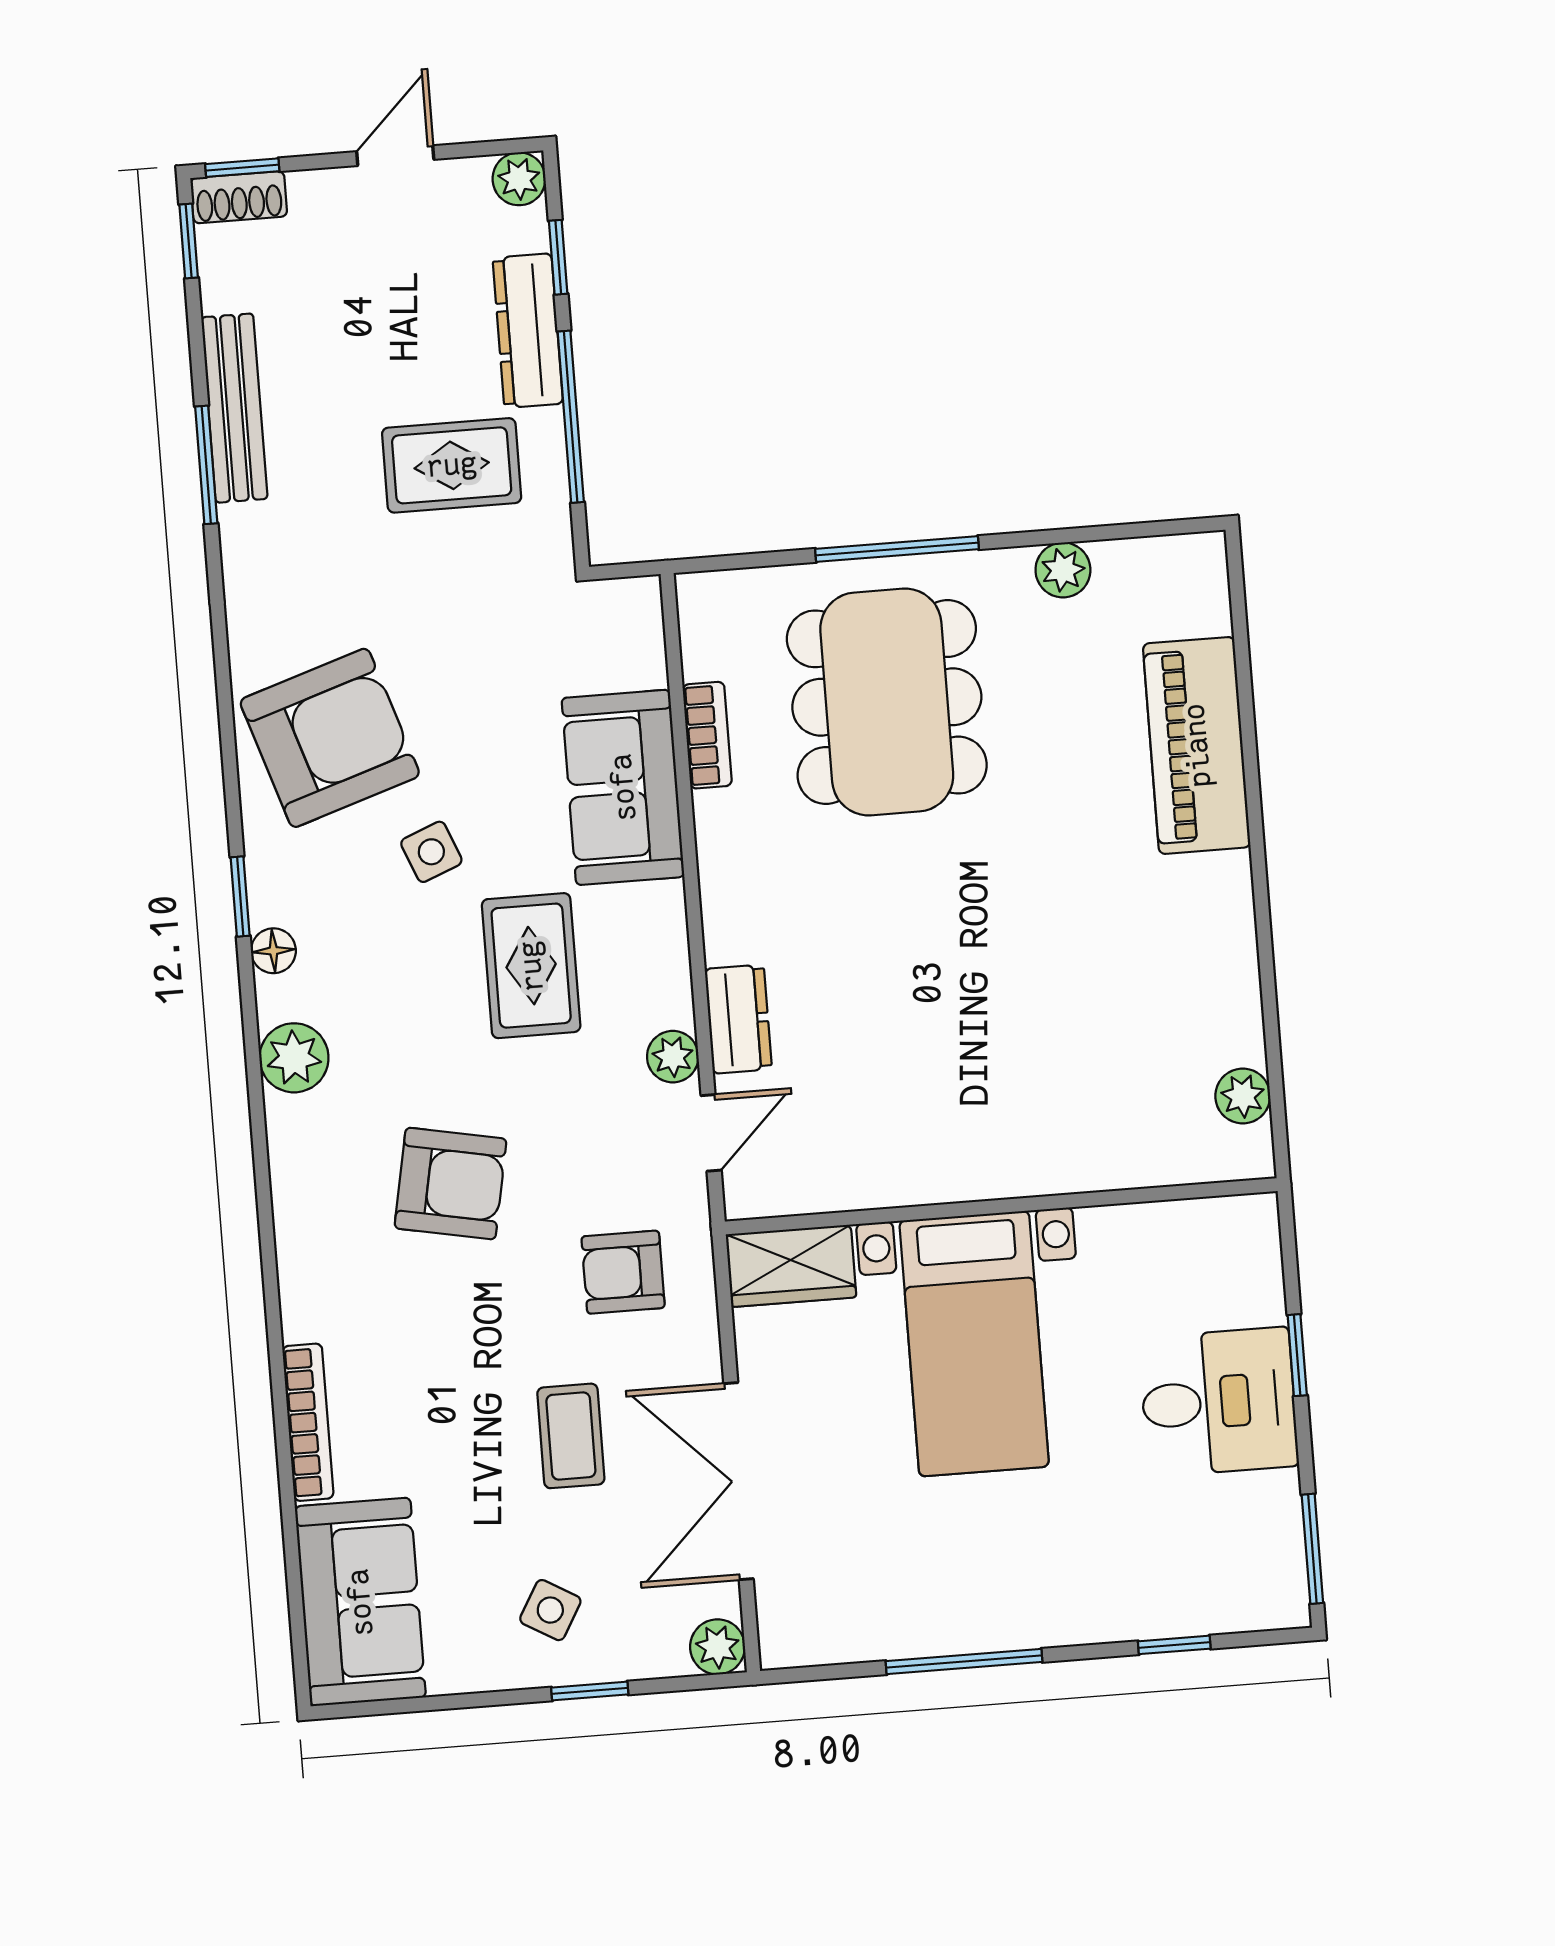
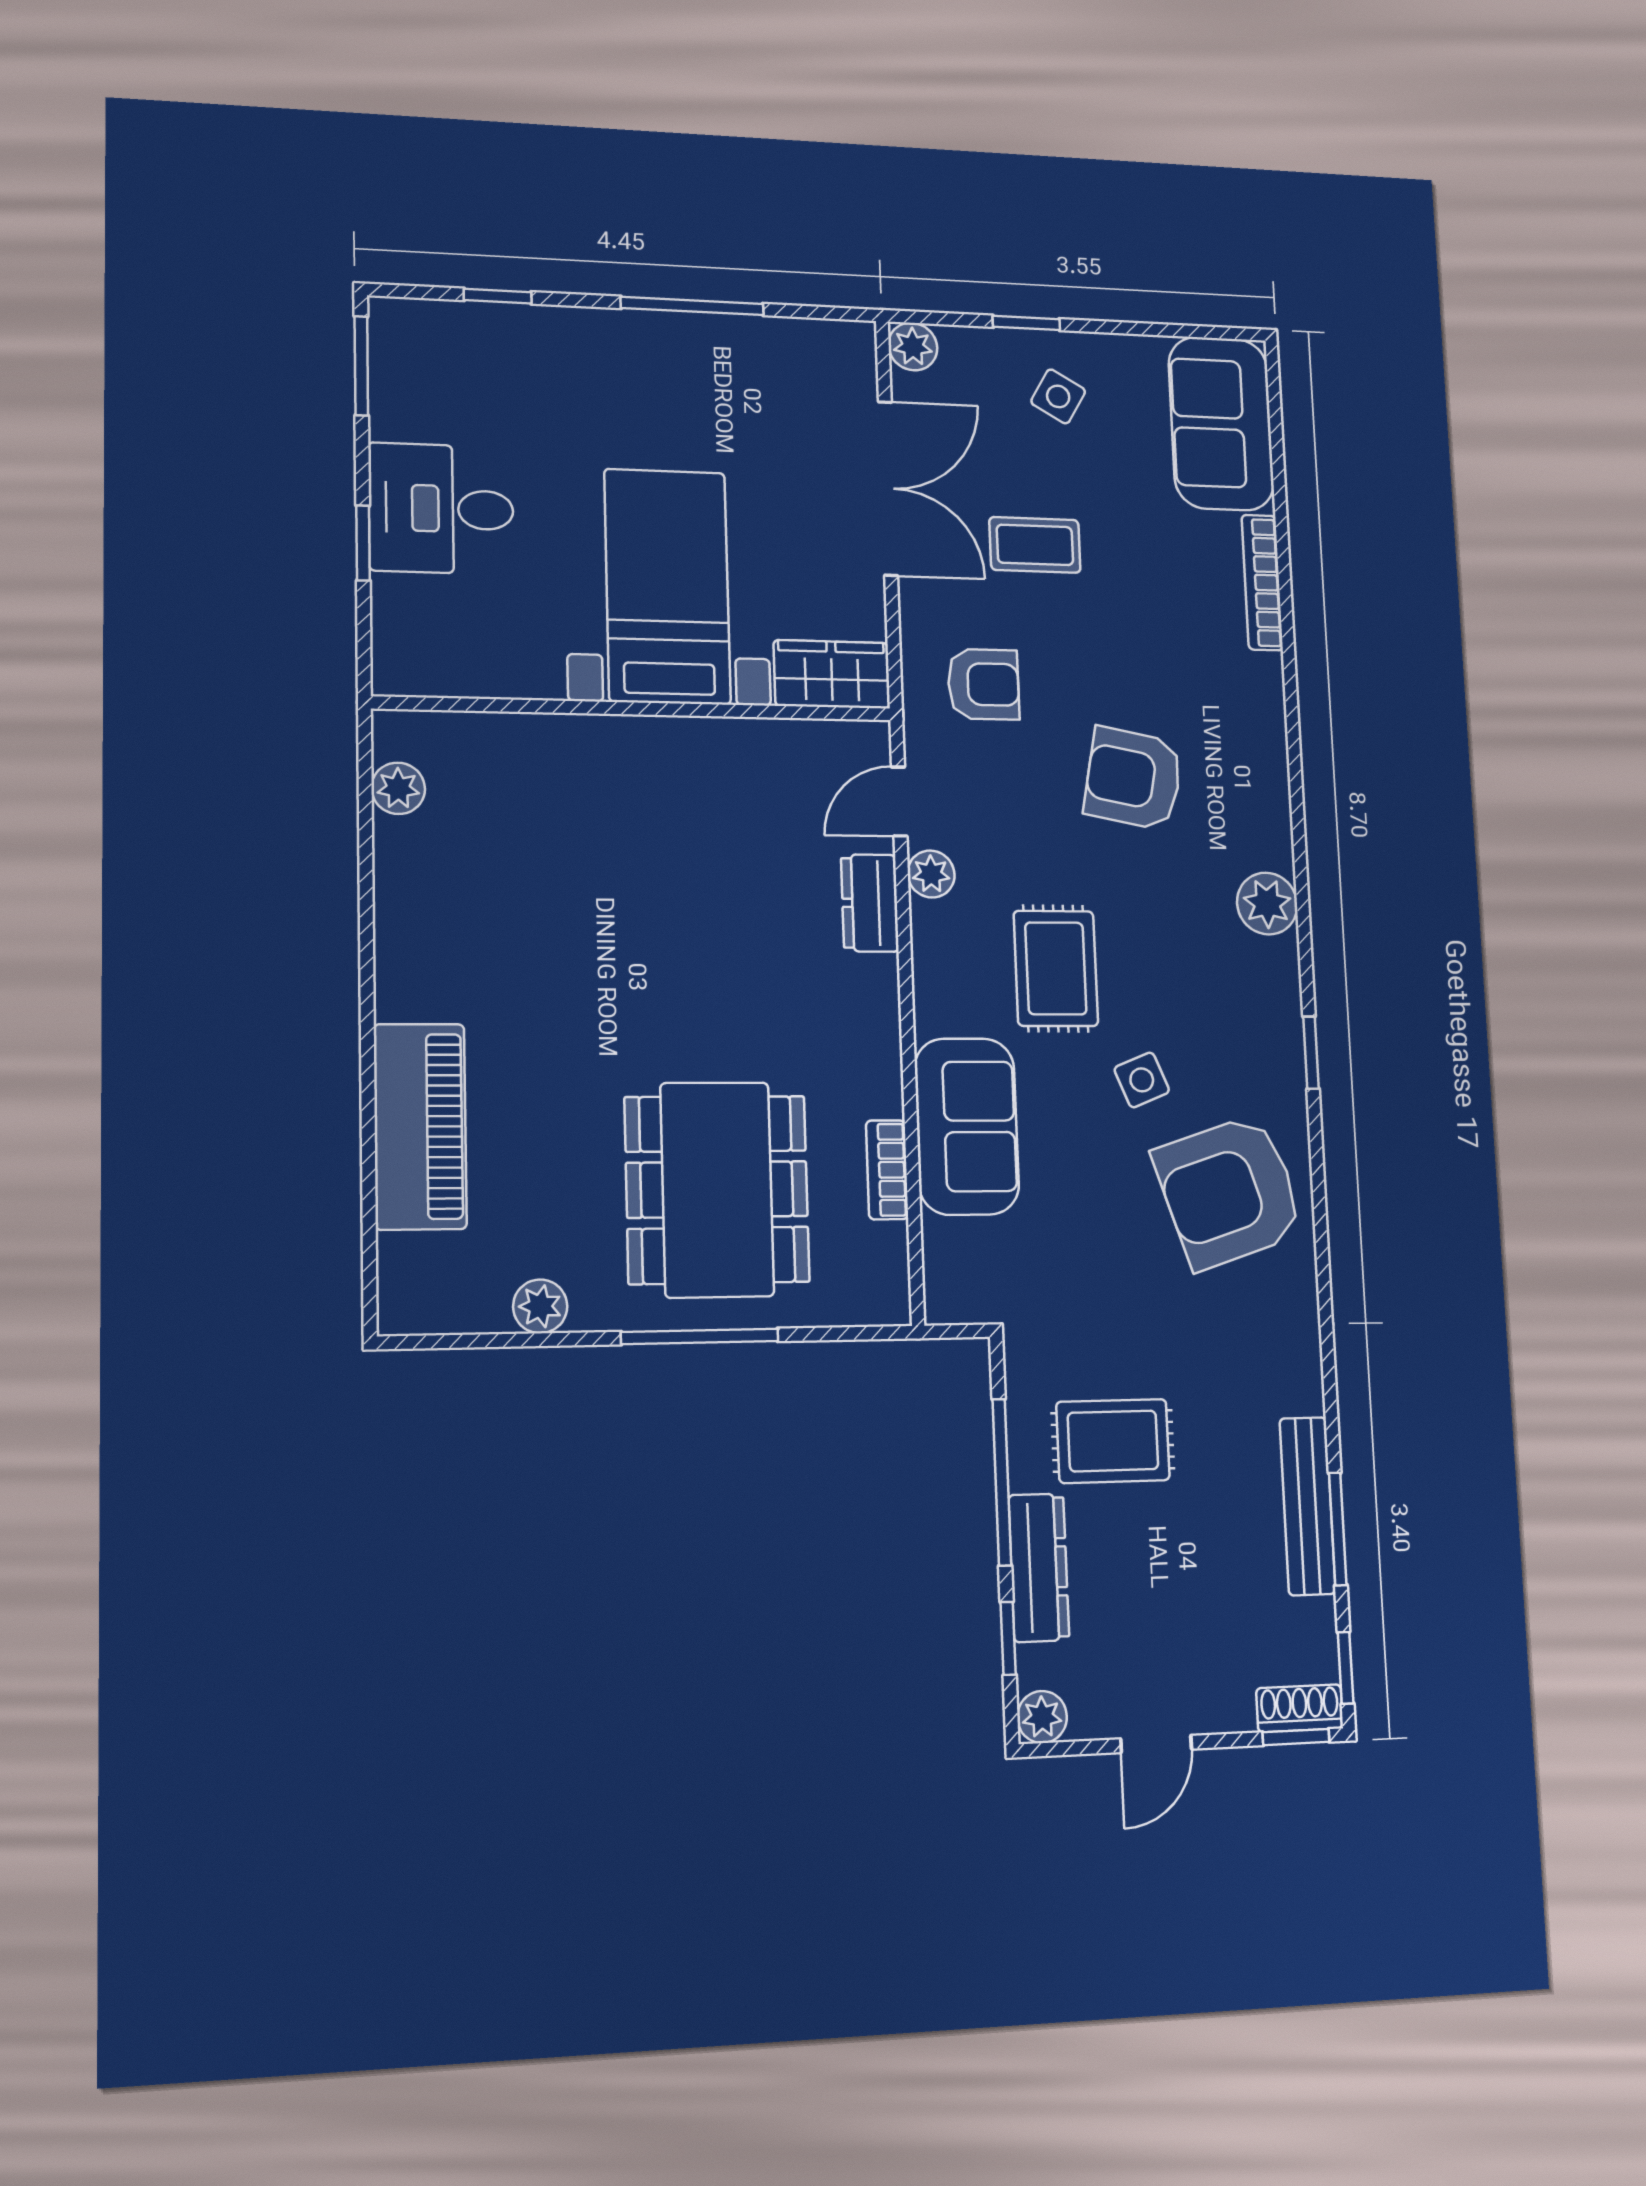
window: (206, 465) -> (1338, 1529), moved
floor lamp: (273, 951) -> (1283, 1001), removed
coffee table: (571, 1436) -> (1035, 545), turned 90

